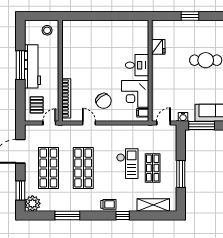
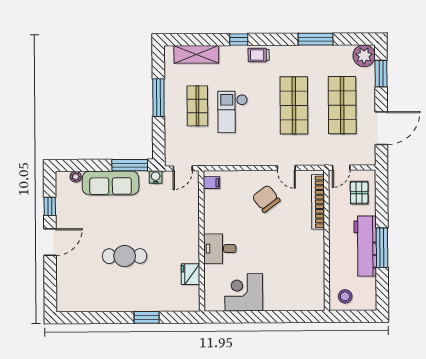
corner desk: (135, 94) -> (244, 292), moved, turned -90

